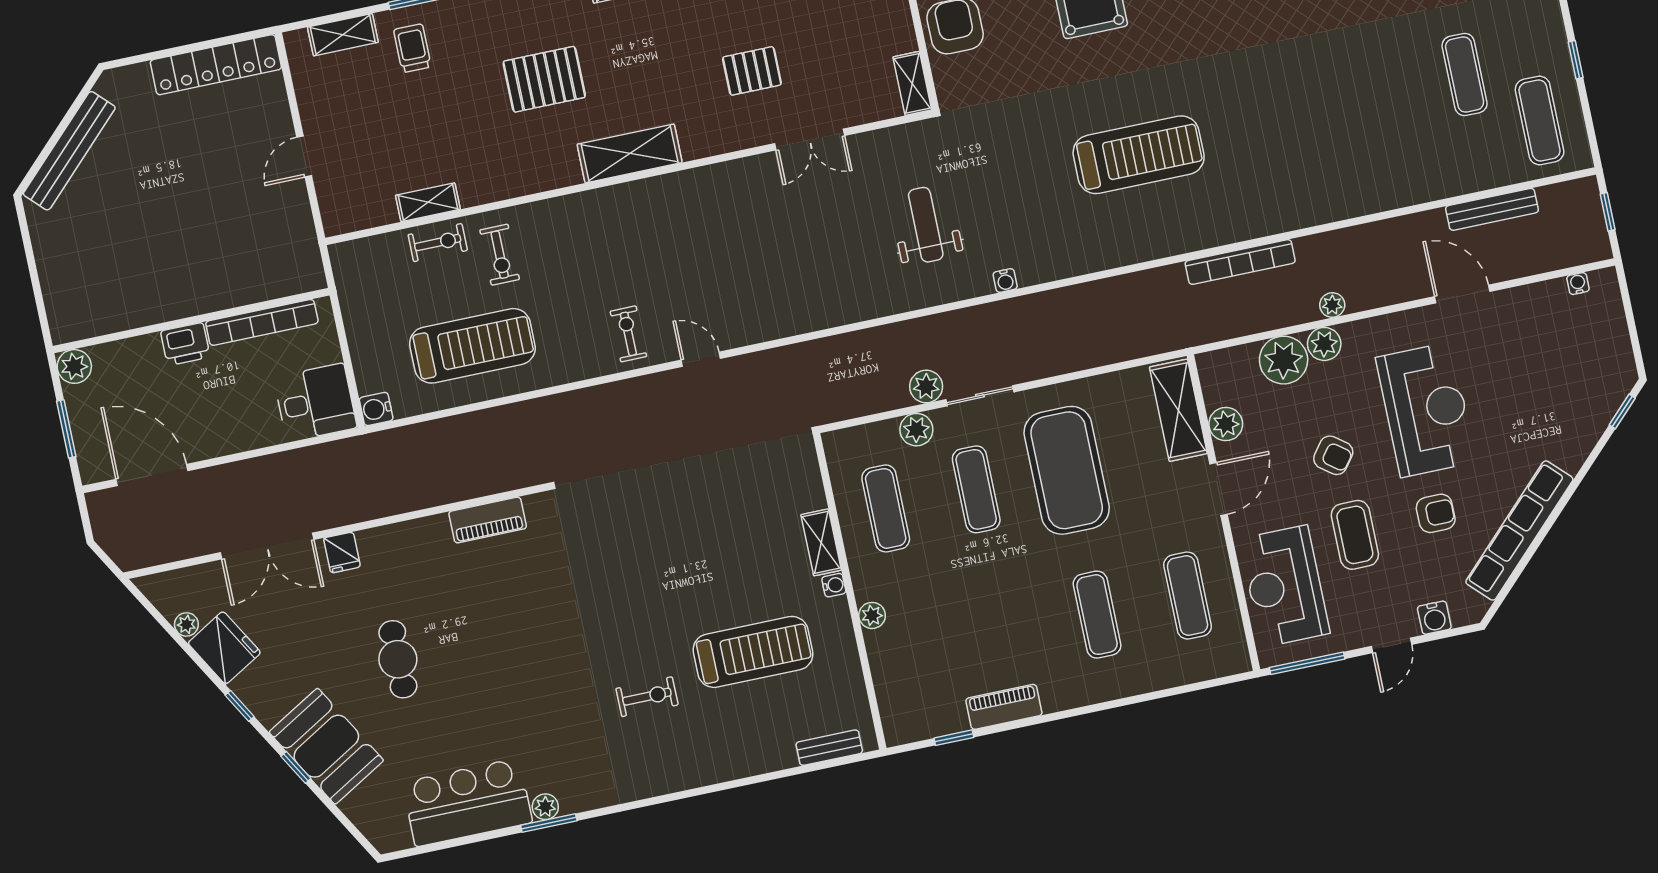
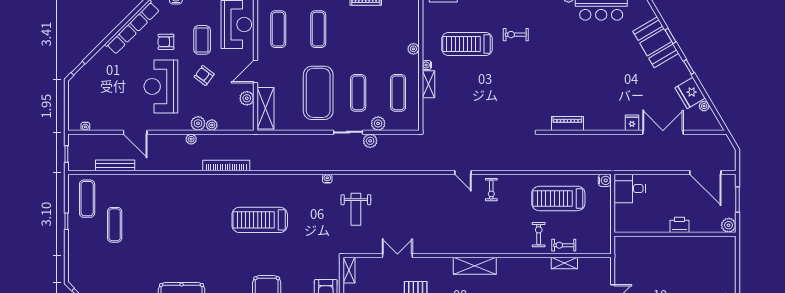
bookcase: (262, 322) -> (645, 227), removed
plant: (1284, 360) -> (212, 125), width x0.53, depth x0.53
cafe table: (398, 659) -> (618, 73), removed

